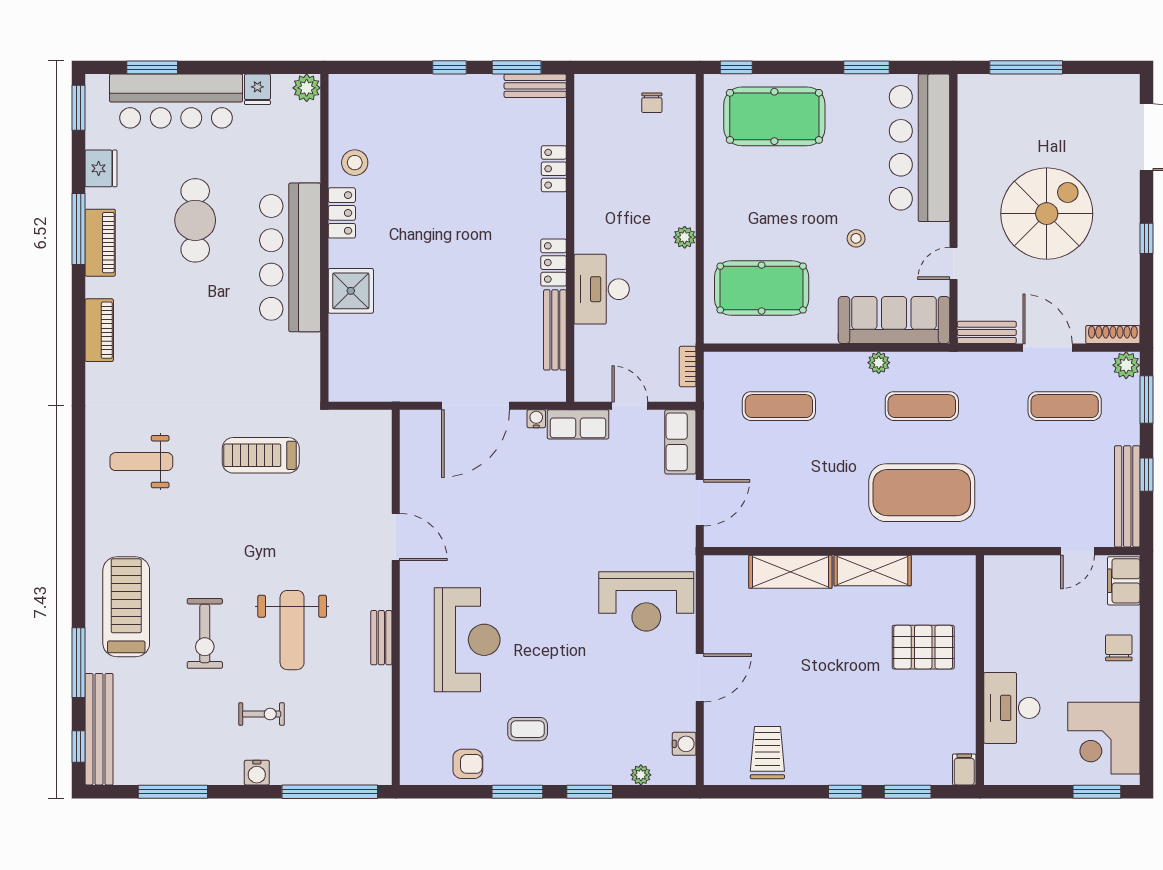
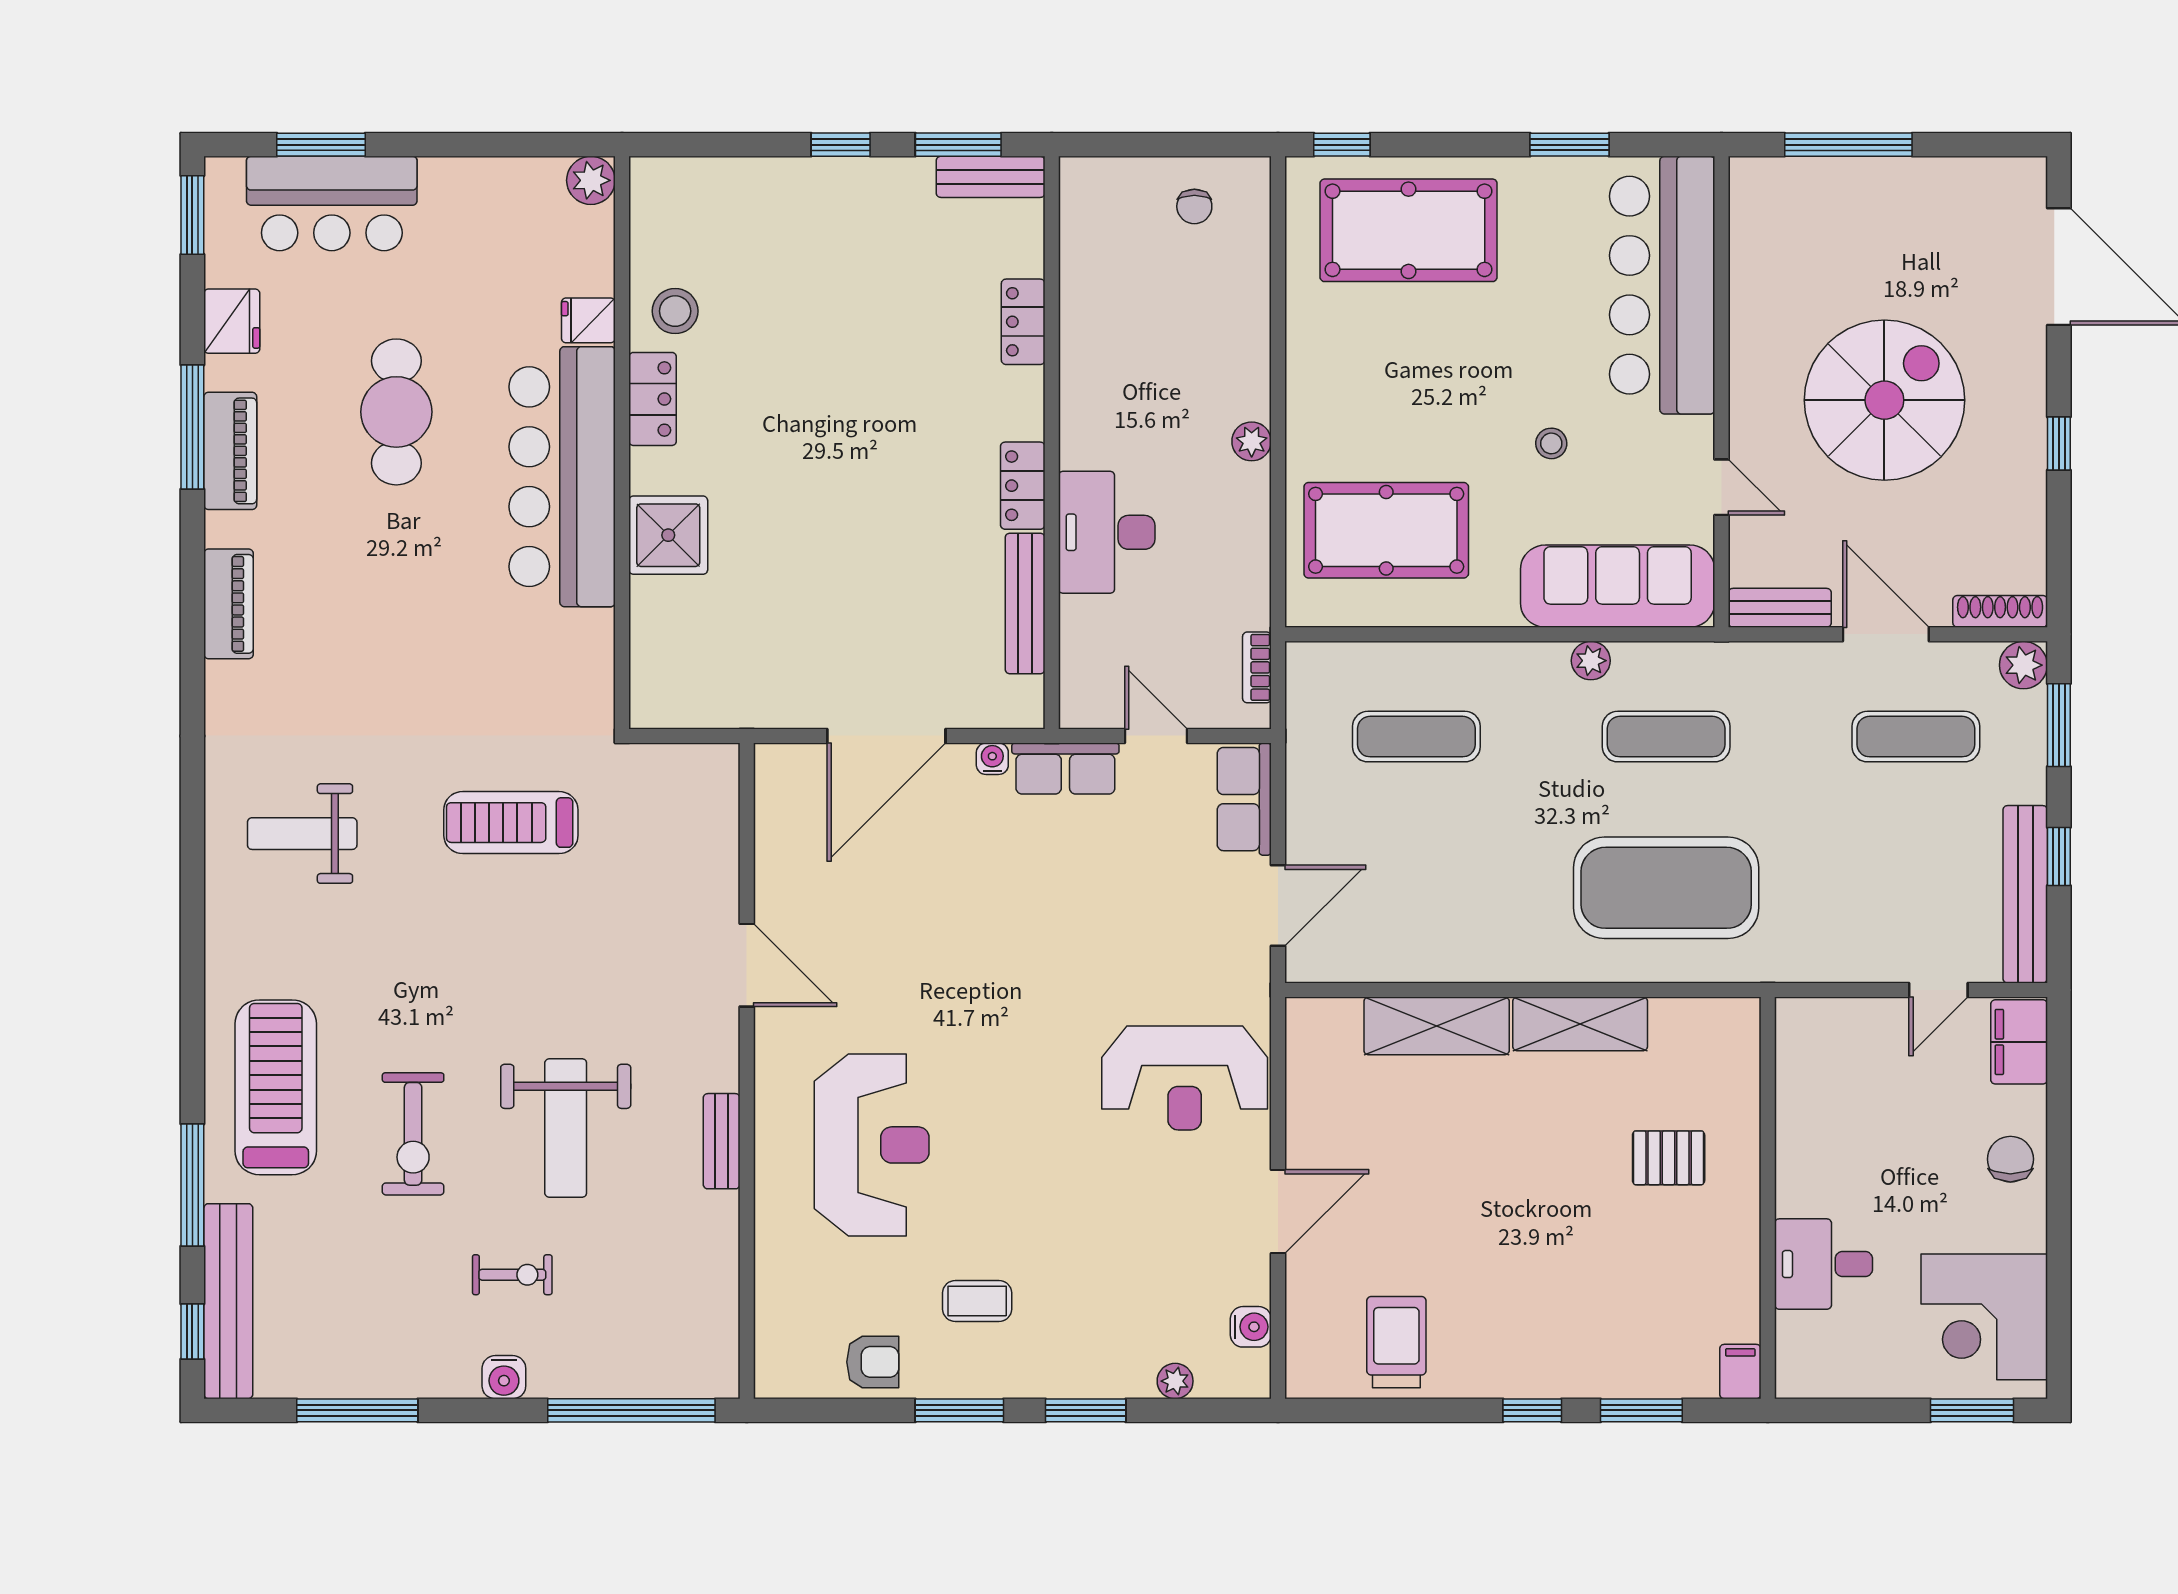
fridge: (257, 89) -> (588, 320), moved, turned 90
bar counter: (176, 101) -> (332, 203), width x0.73
door: (953, 263) -> (1722, 487), swing flipped
pallet: (923, 647) -> (1669, 1158), width x0.67, depth x0.71
desk: (1012, 708) -> (1824, 1264), width x0.73

